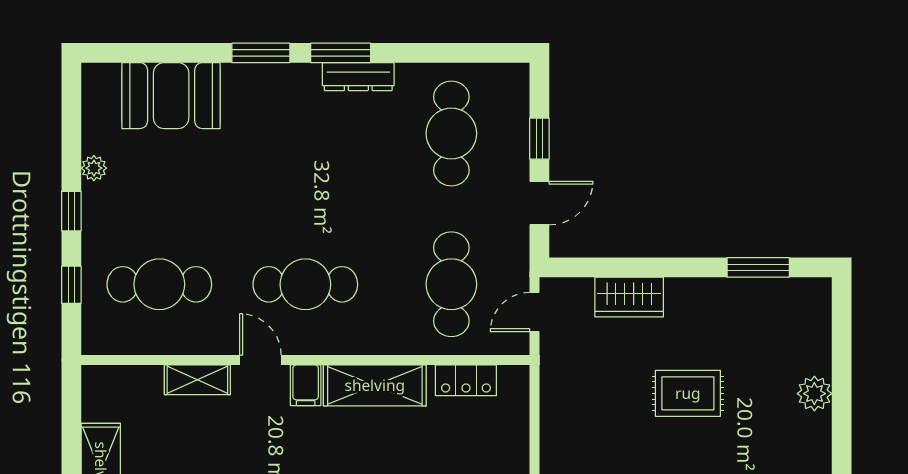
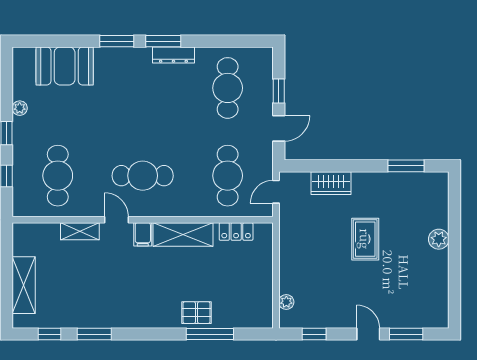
cafe table: (159, 284) -> (58, 176), turned 90
rug: (688, 393) -> (365, 239), turned 90

